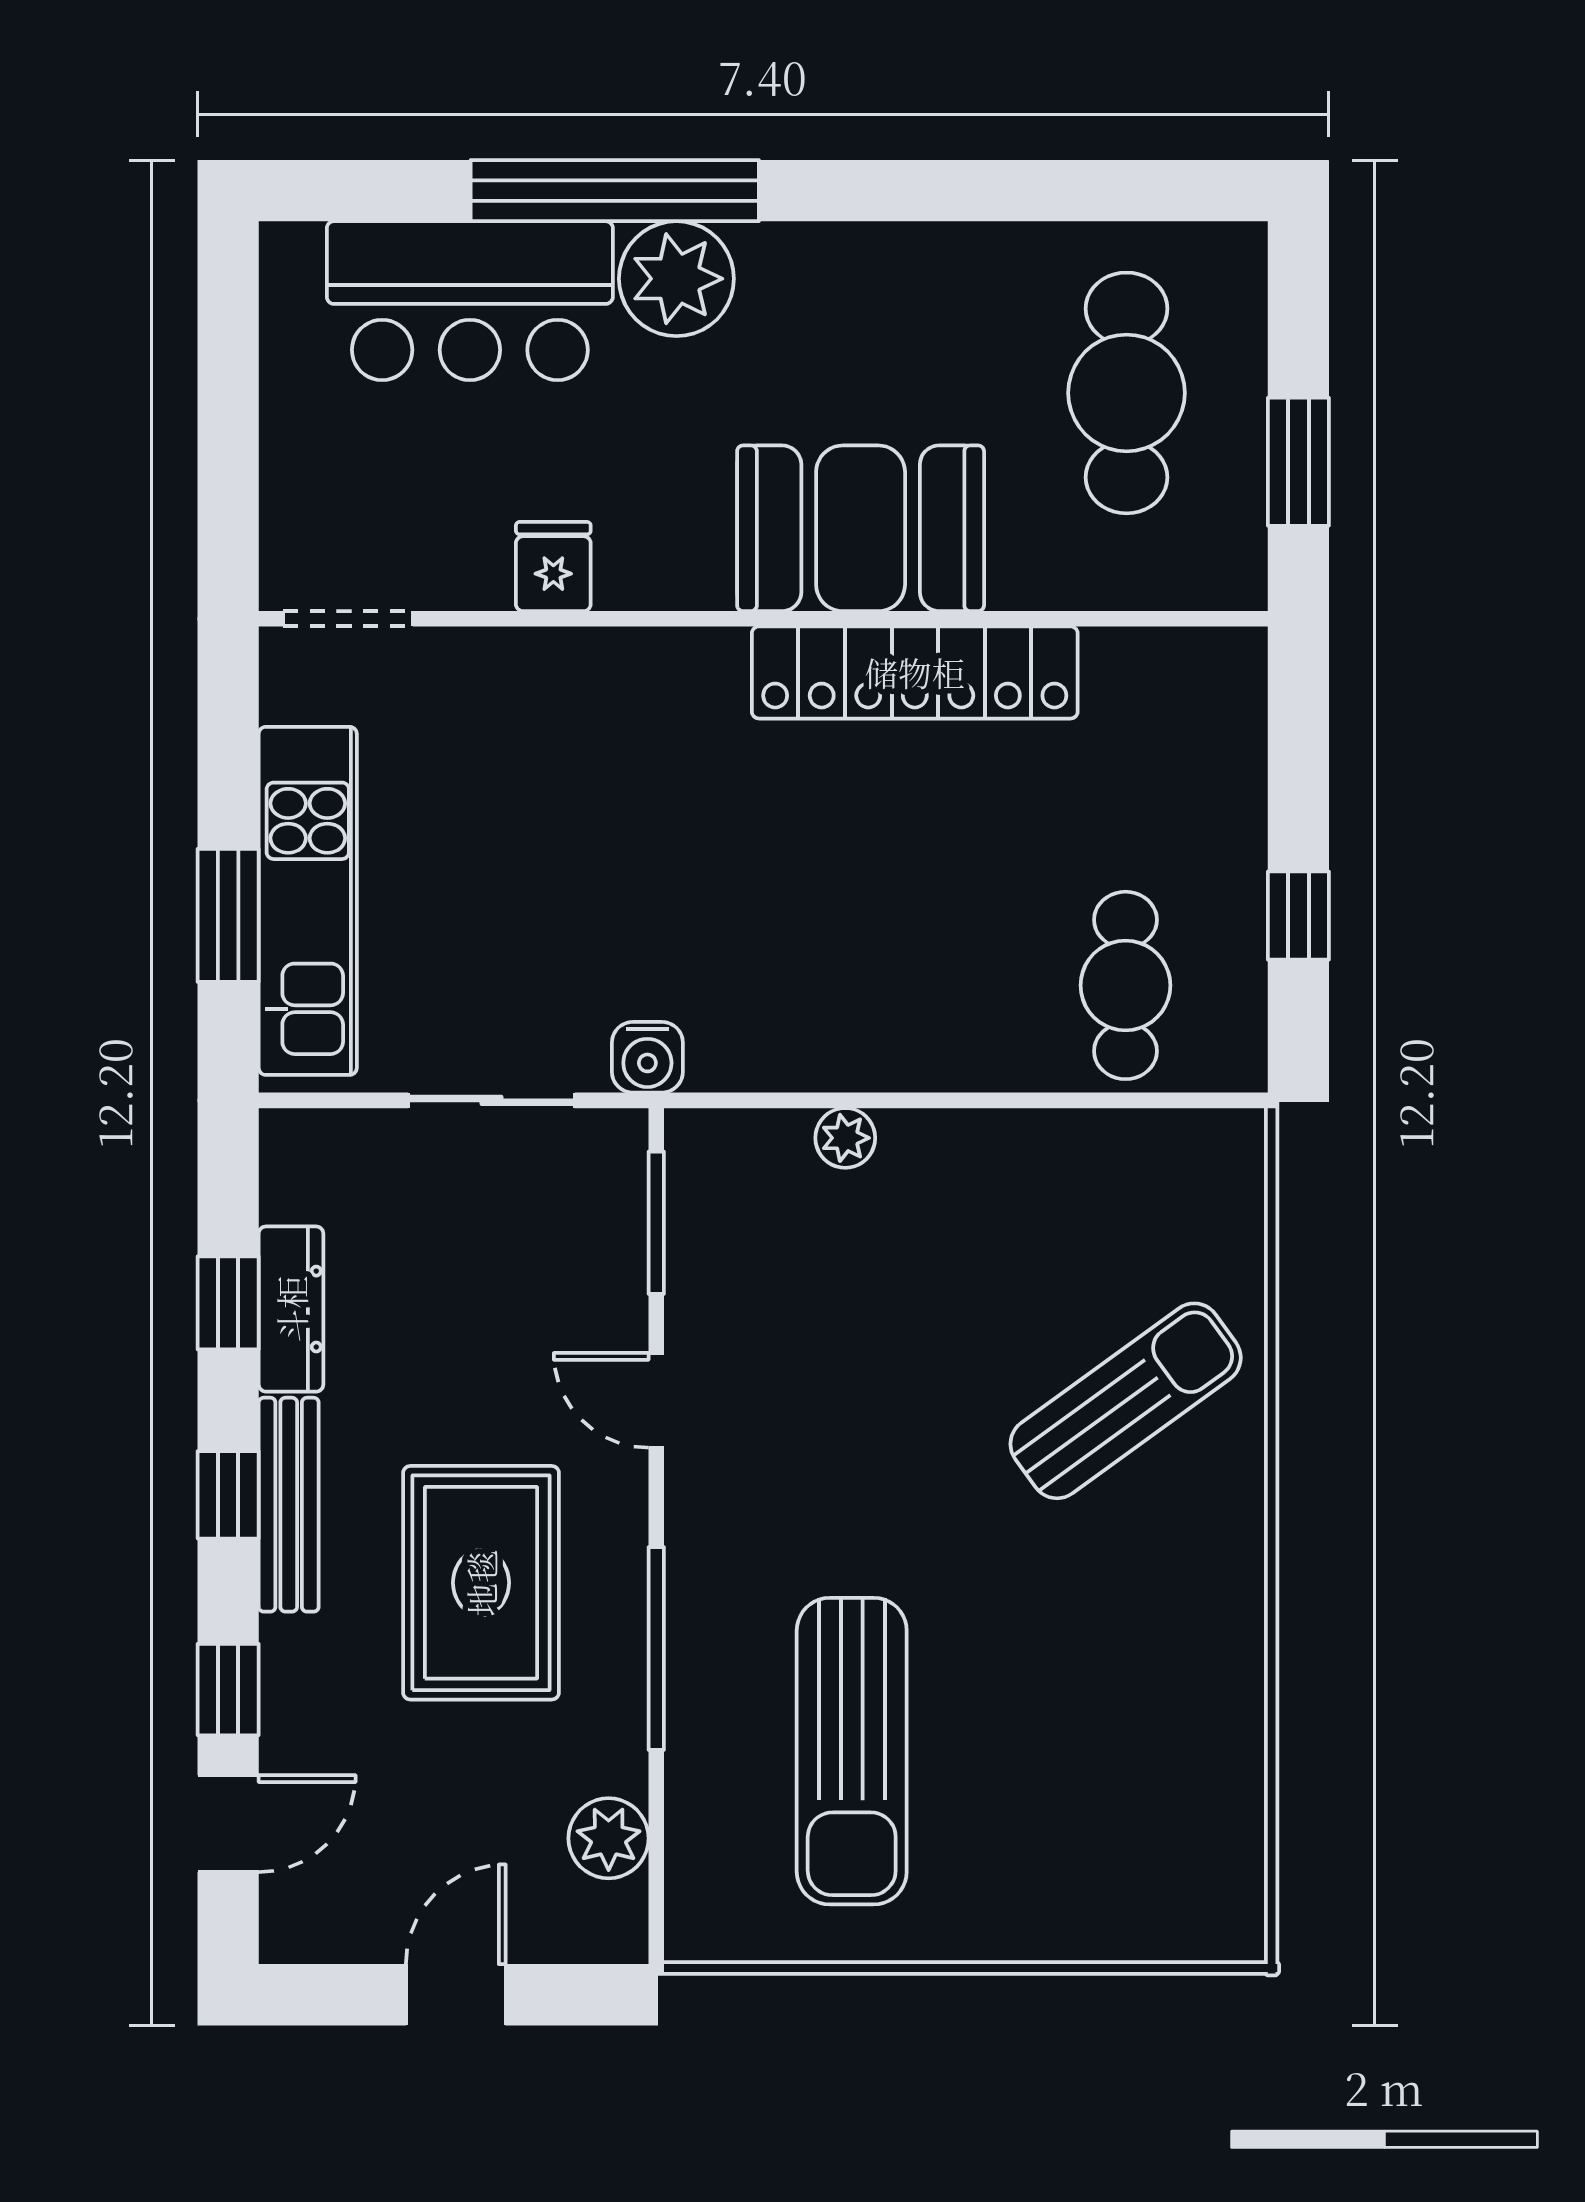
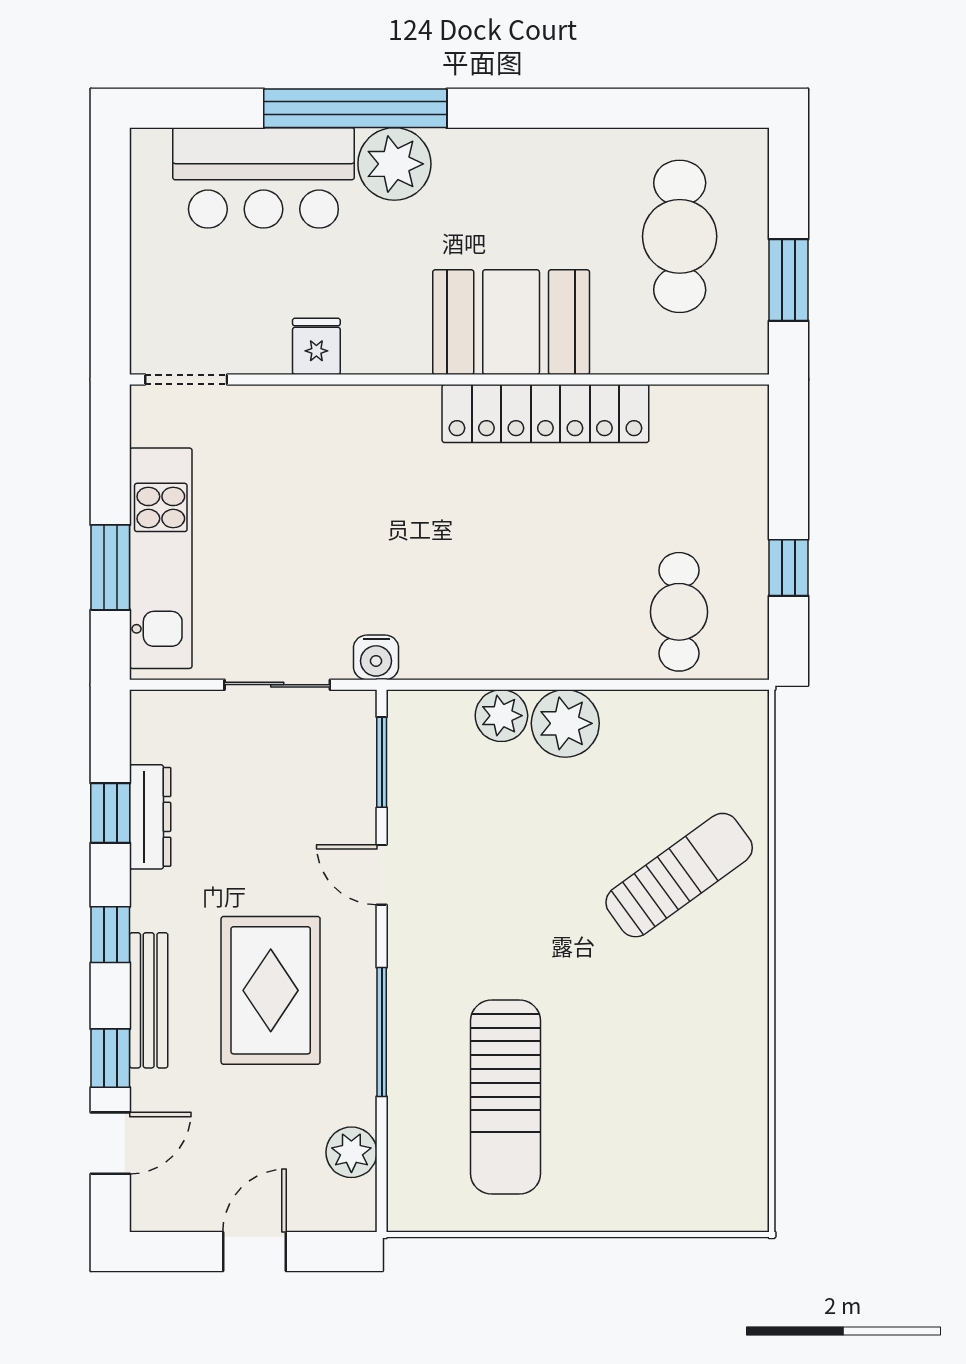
plant: (845, 1138) -> (501, 716), width x1.38, depth x1.38
plant: (946, 1162) -> (565, 723), added
bench: (289, 1505) -> (149, 1000), moved

